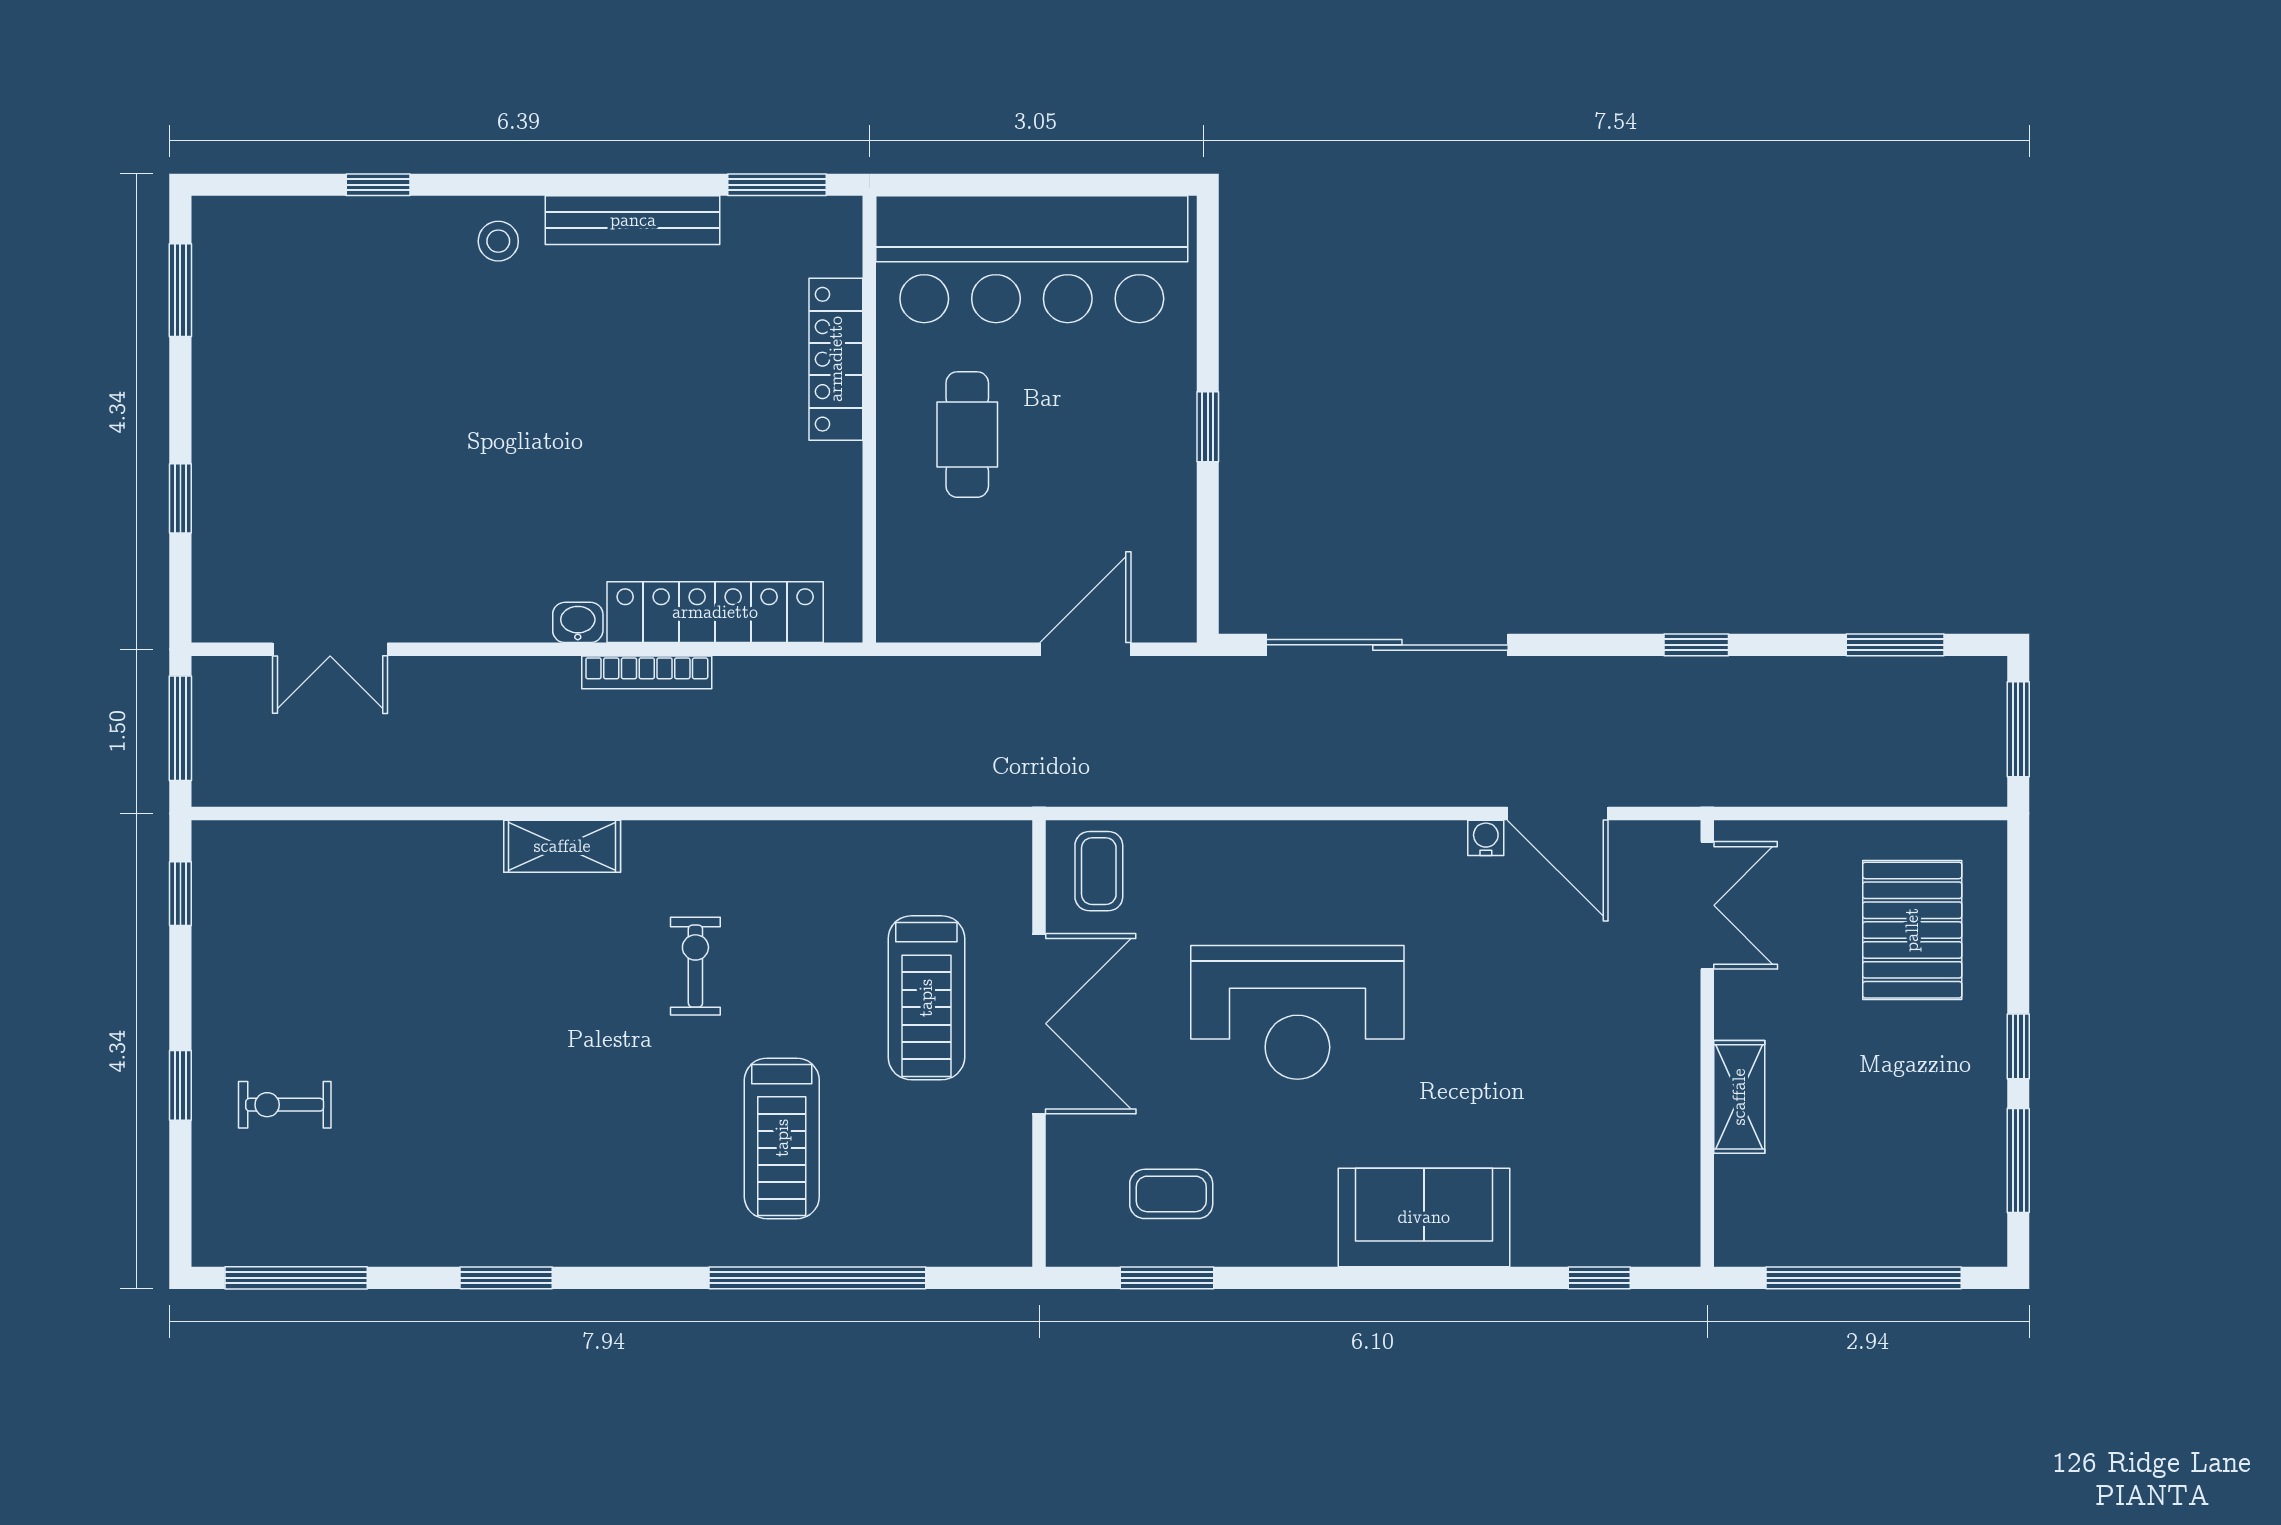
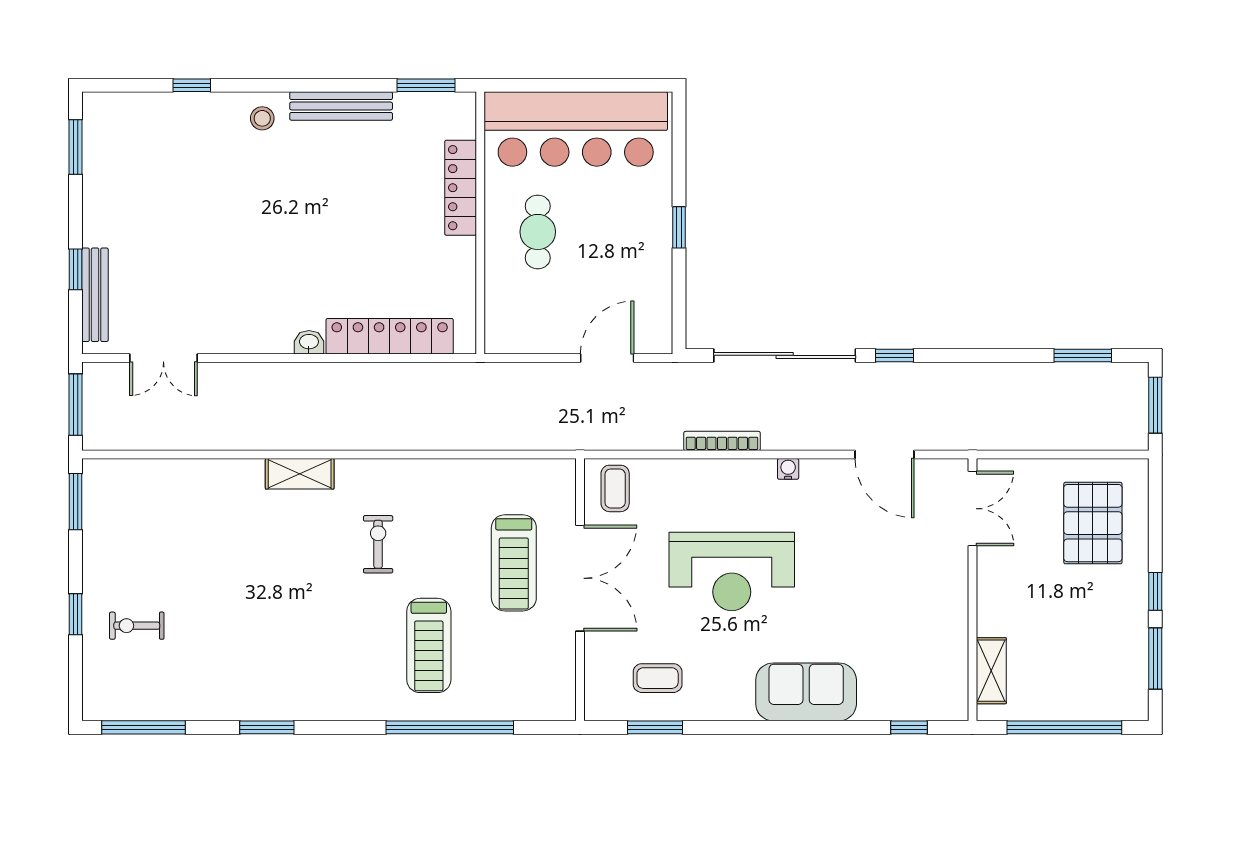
bench: (214, 541) -> (95, 295), added
window: (1696, 645) -> (895, 355), moved
bookcase: (647, 672) -> (722, 441), moved, turned 180
water cooler: (1486, 838) -> (788, 469), moved
window: (180, 894) -> (75, 502), width x1.50
shelving: (1739, 1097) -> (991, 671), moved

